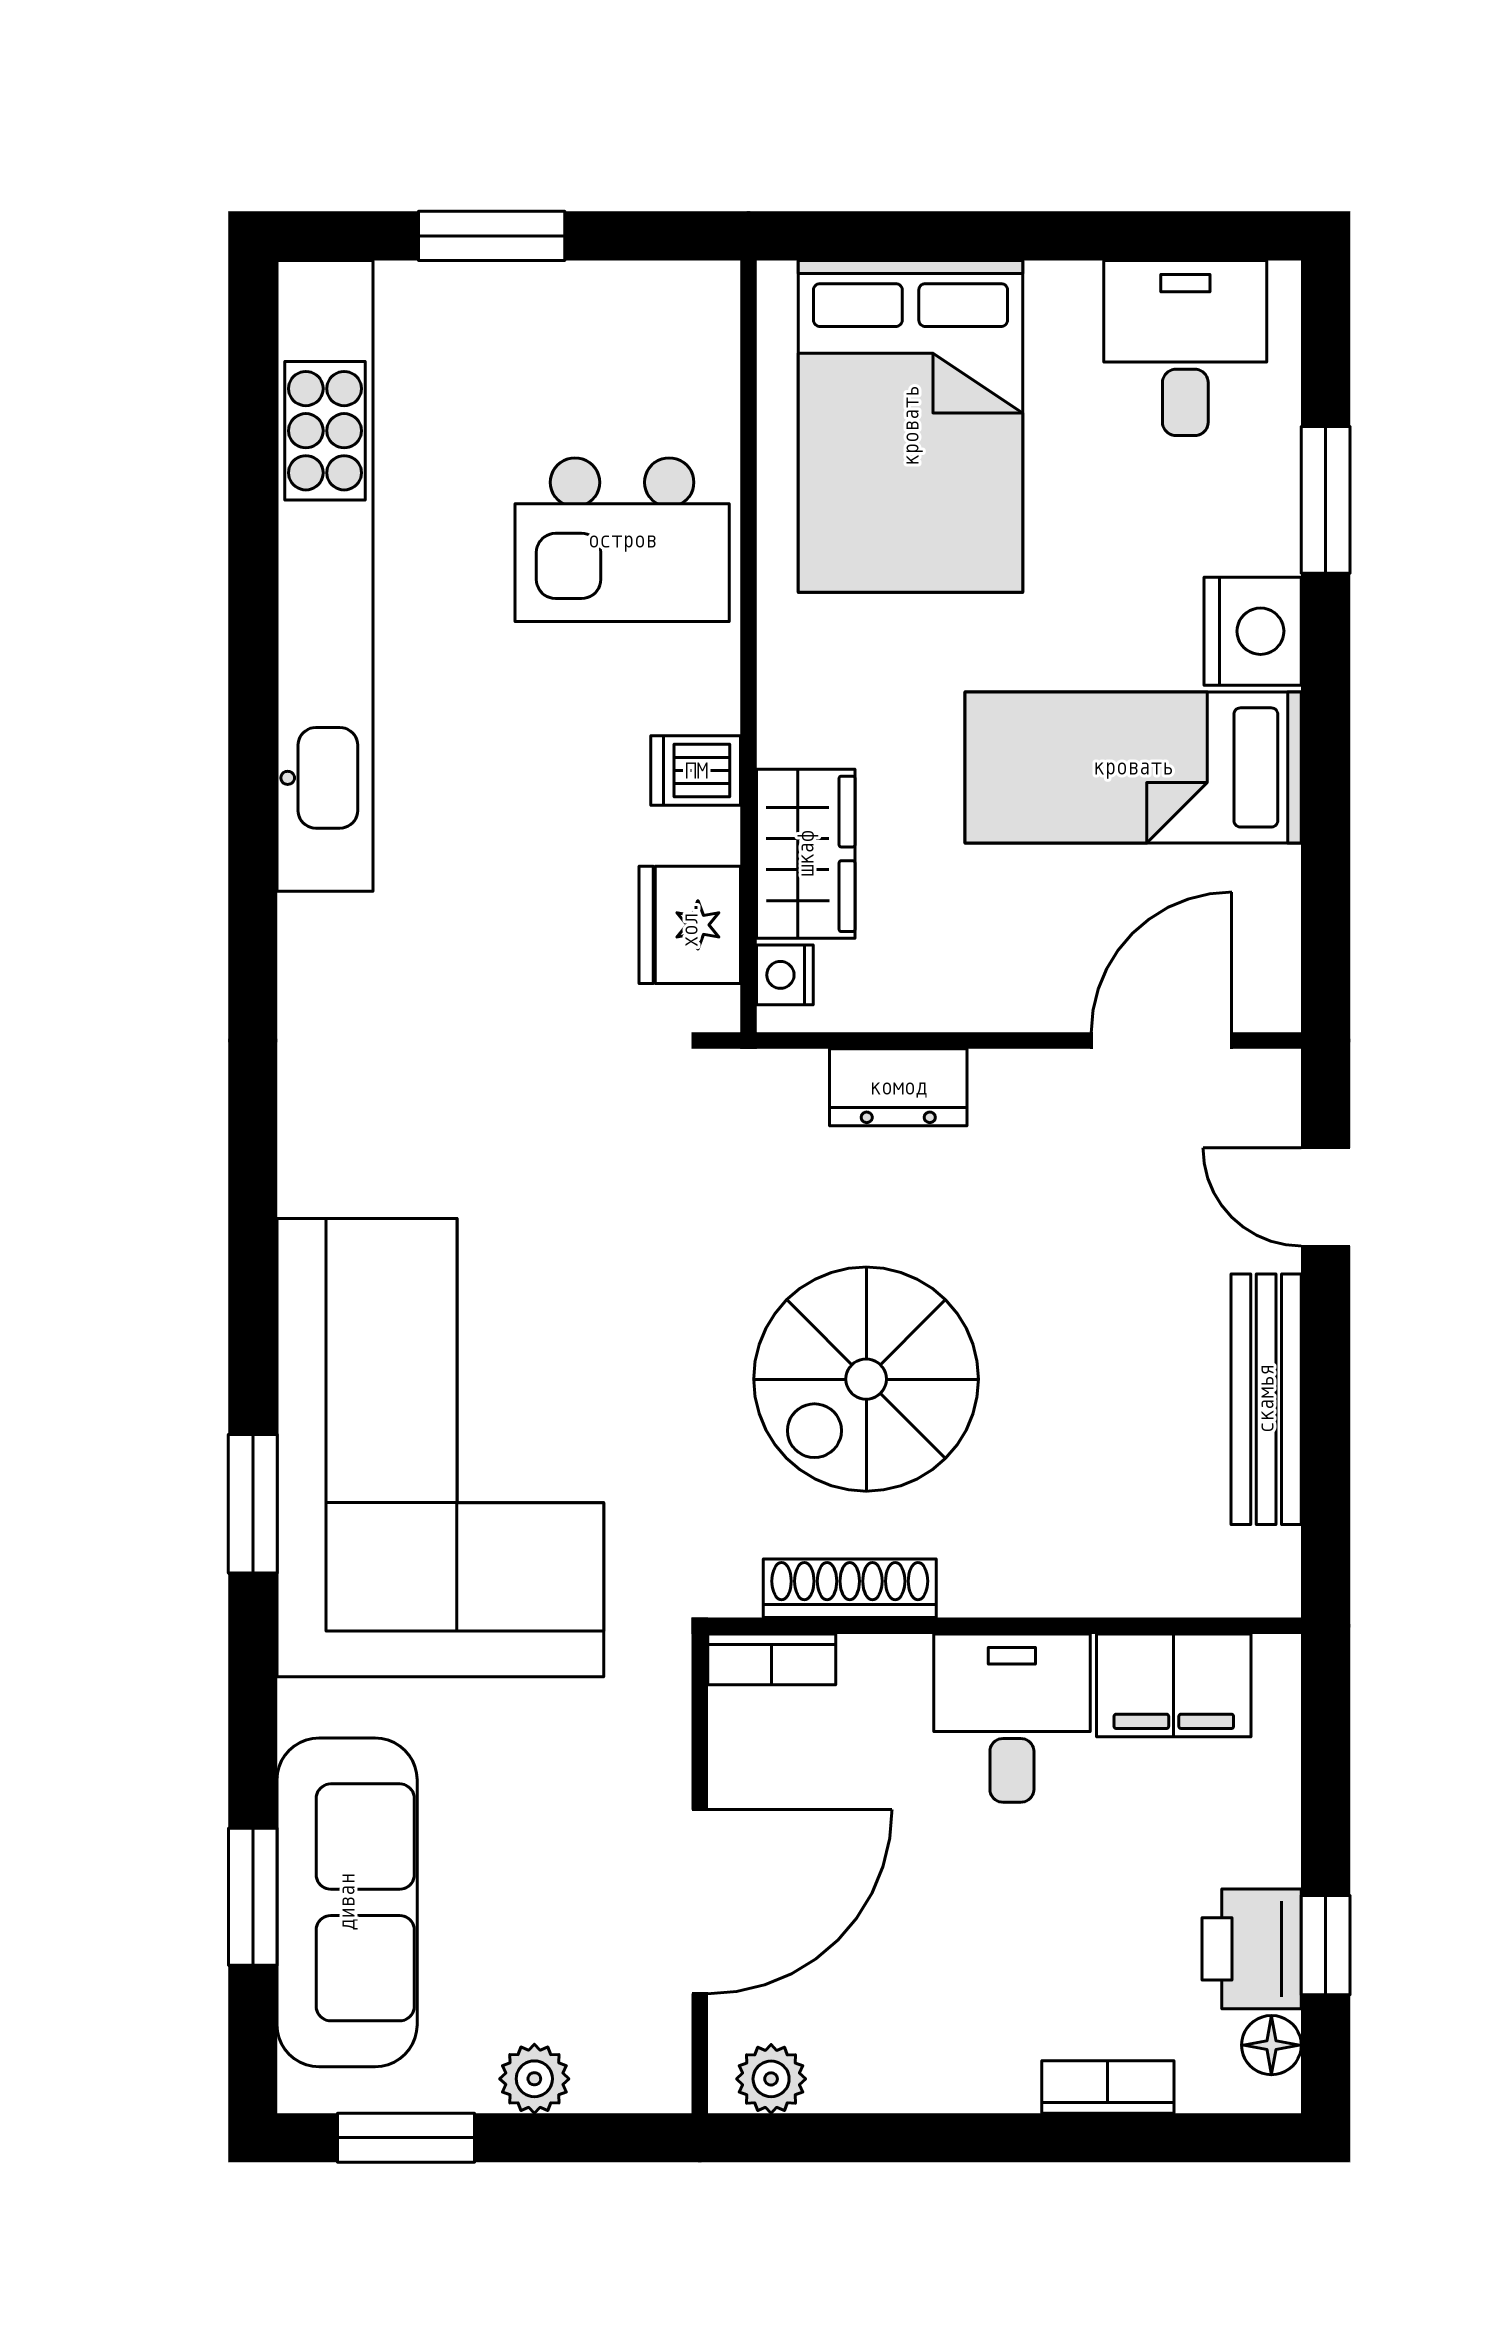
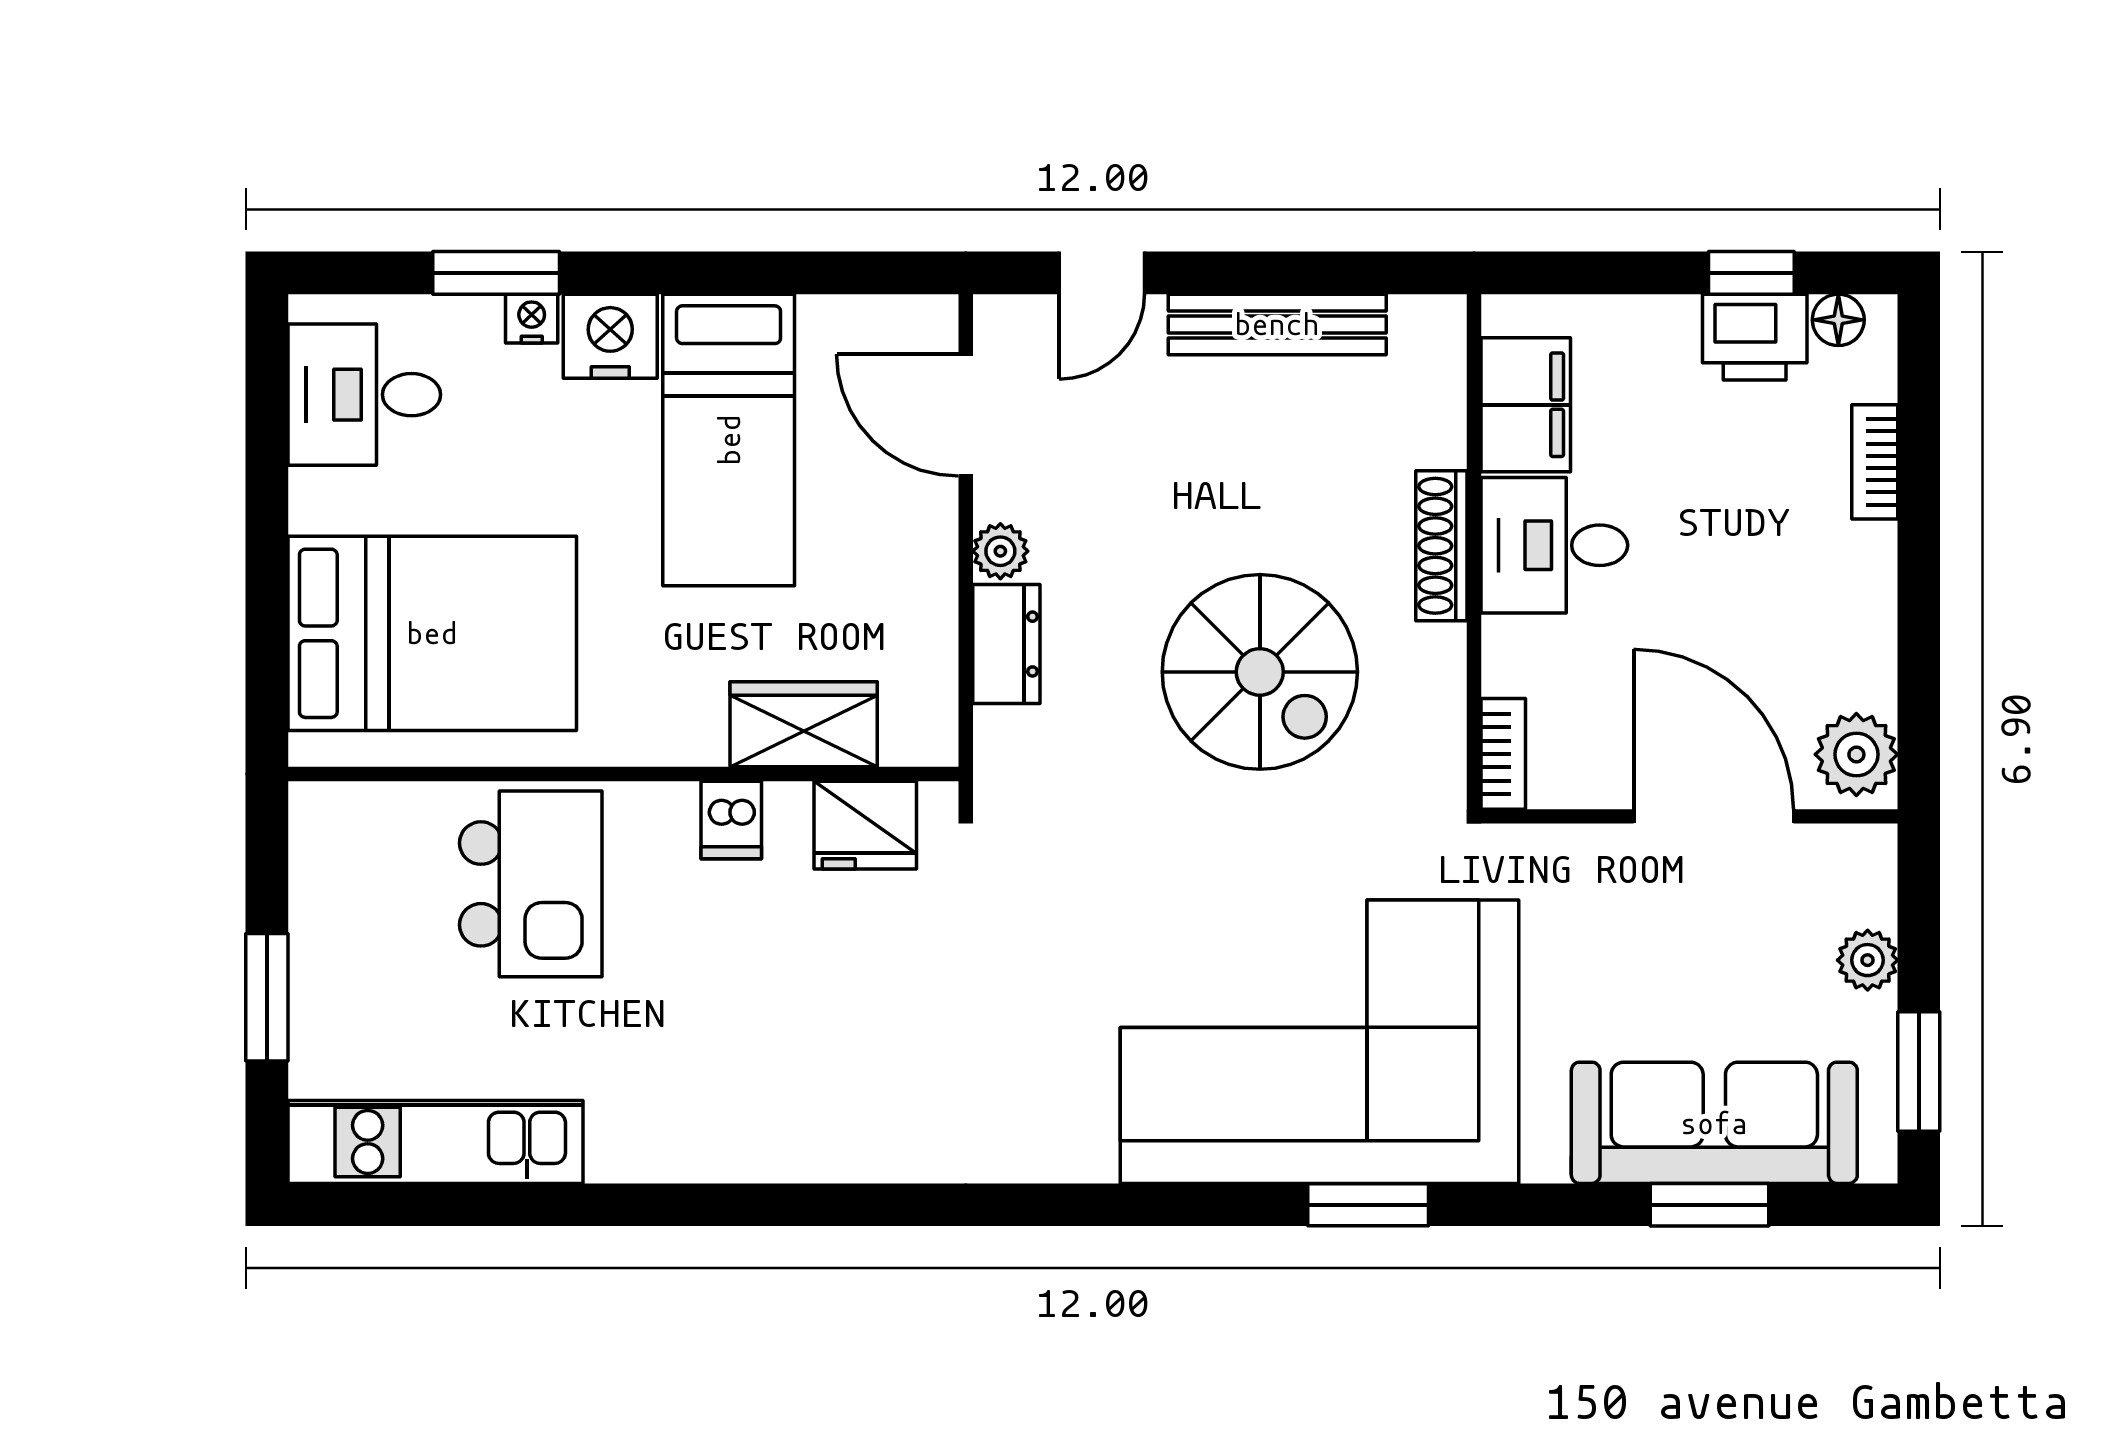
kitchen unit: (325, 576) -> (435, 1142), width x0.54
nightstand: (785, 975) -> (532, 319), moved, turned 180
plant: (1005, 1080) -> (1000, 551), added
shoe rack: (850, 1588) -> (1441, 546), moved
plant: (771, 2079) -> (1856, 754), width x1.38, depth x1.38

